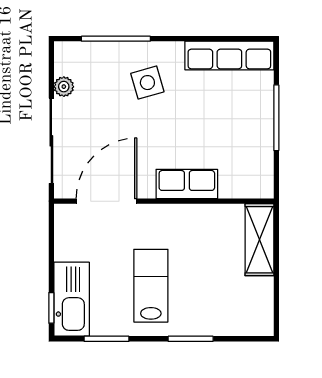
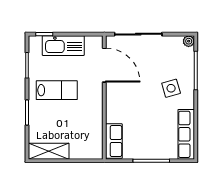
plant: (64, 87) -> (189, 41), moved
row of seats: (187, 184) -> (114, 141), moved
shelving: (259, 240) -> (49, 151), moved
kitchen sink: (72, 299) -> (63, 46), moved

